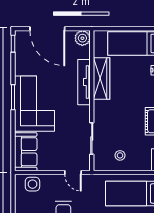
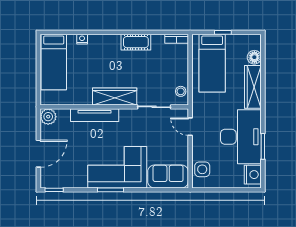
door: (47, 29) -> (38, 154), width x0.73
wardrobe: (102, 78) -> (115, 97), moved
stool: (120, 155) -> (181, 91), moved
door: (73, 173) -> (190, 127), swing flipped

